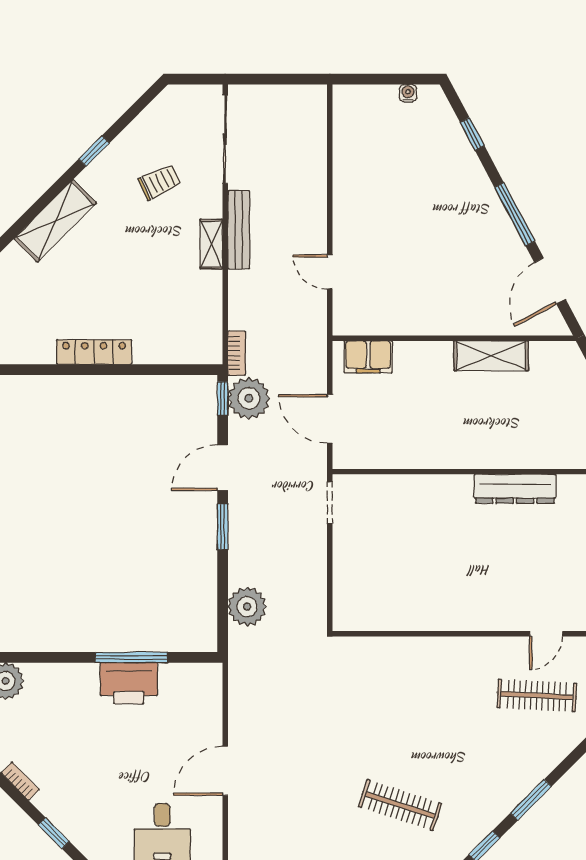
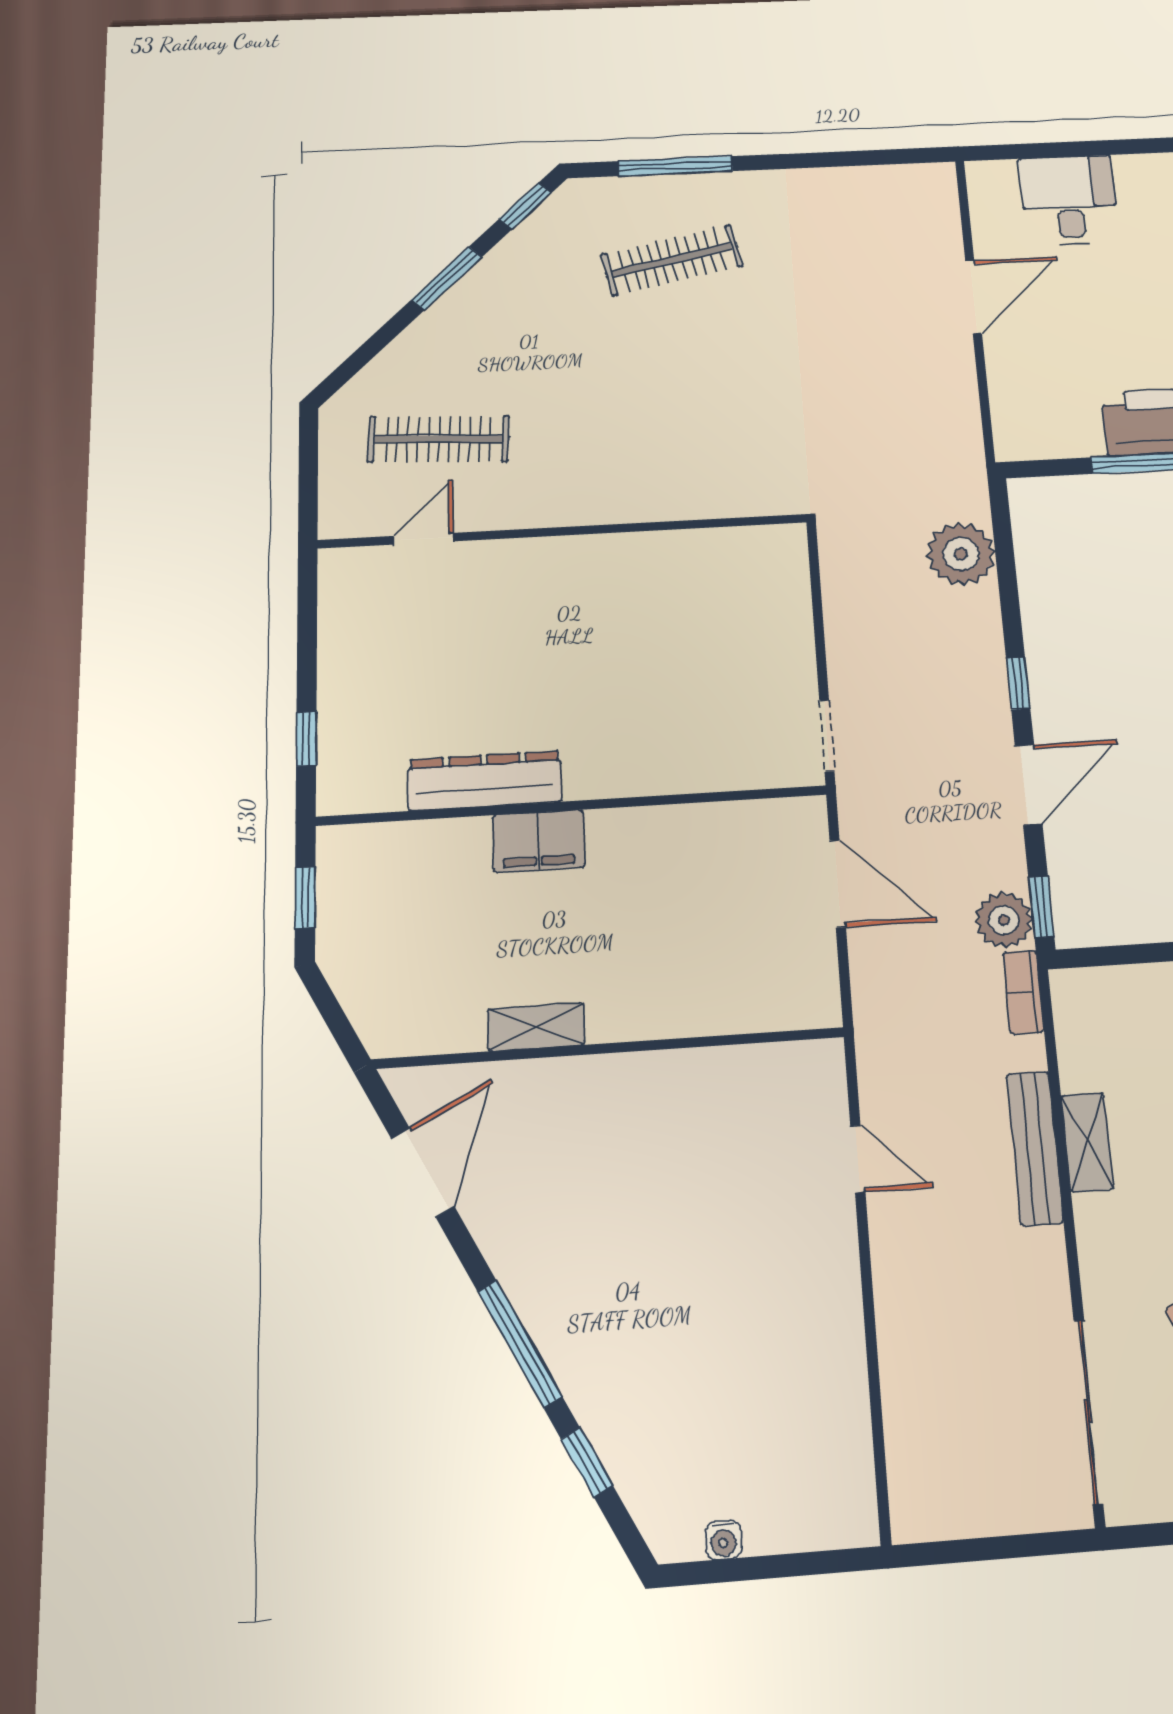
window: (515, 214) -> (520, 1344), moved
bench: (239, 230) -> (1035, 1148), moved
shelving: (211, 244) -> (1087, 1142), moved
shelving: (491, 356) -> (536, 1027), width x0.67, depth x0.75
filing cabinet: (368, 357) -> (538, 841), moved, turned 180
plant: (249, 398) -> (1004, 920), width x0.73, depth x0.73
window: (223, 527) -> (1018, 683), width x0.67
clothes rail: (400, 805) -> (672, 260), turned -30

